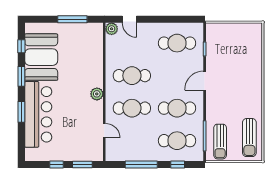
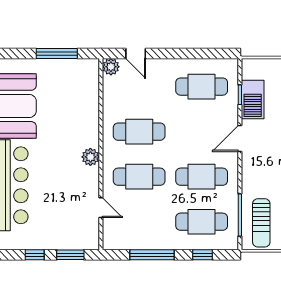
barbecue: (214, 52) -> (253, 100), added

